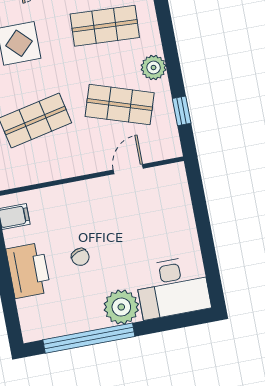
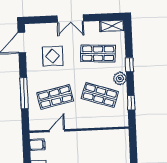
window: (168, 39) -> (130, 65), added
door: (128, 169) -> (57, 131), moved

